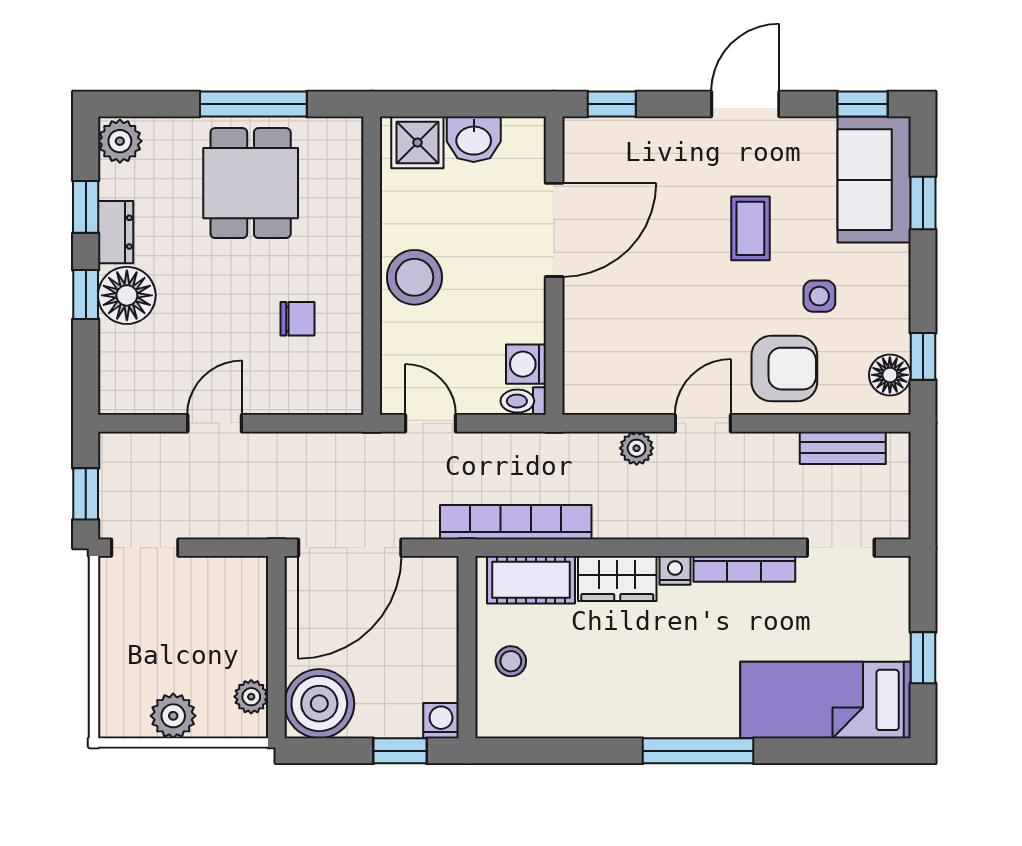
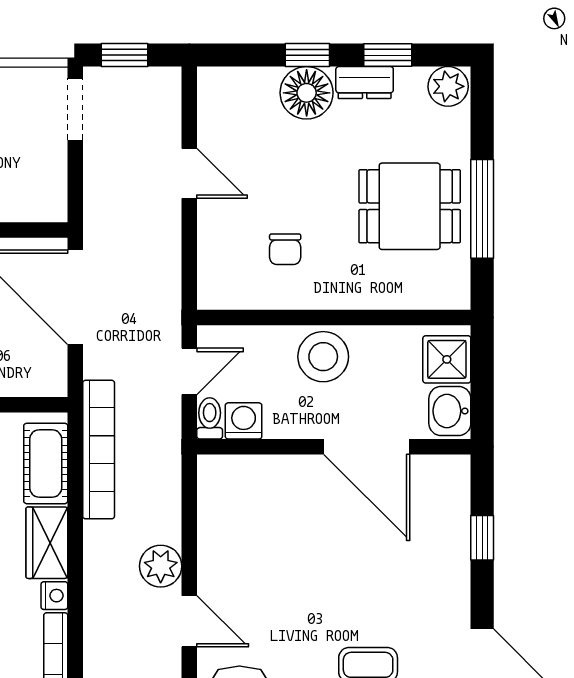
door: (554, 230) -> (367, 447), moved
wall: (554, 266) -> (334, 447), moved
washing machine: (526, 364) -> (244, 421), moved
toilet: (523, 401) -> (210, 418), moved
plant: (637, 448) -> (161, 566), width x1.38, depth x1.38

